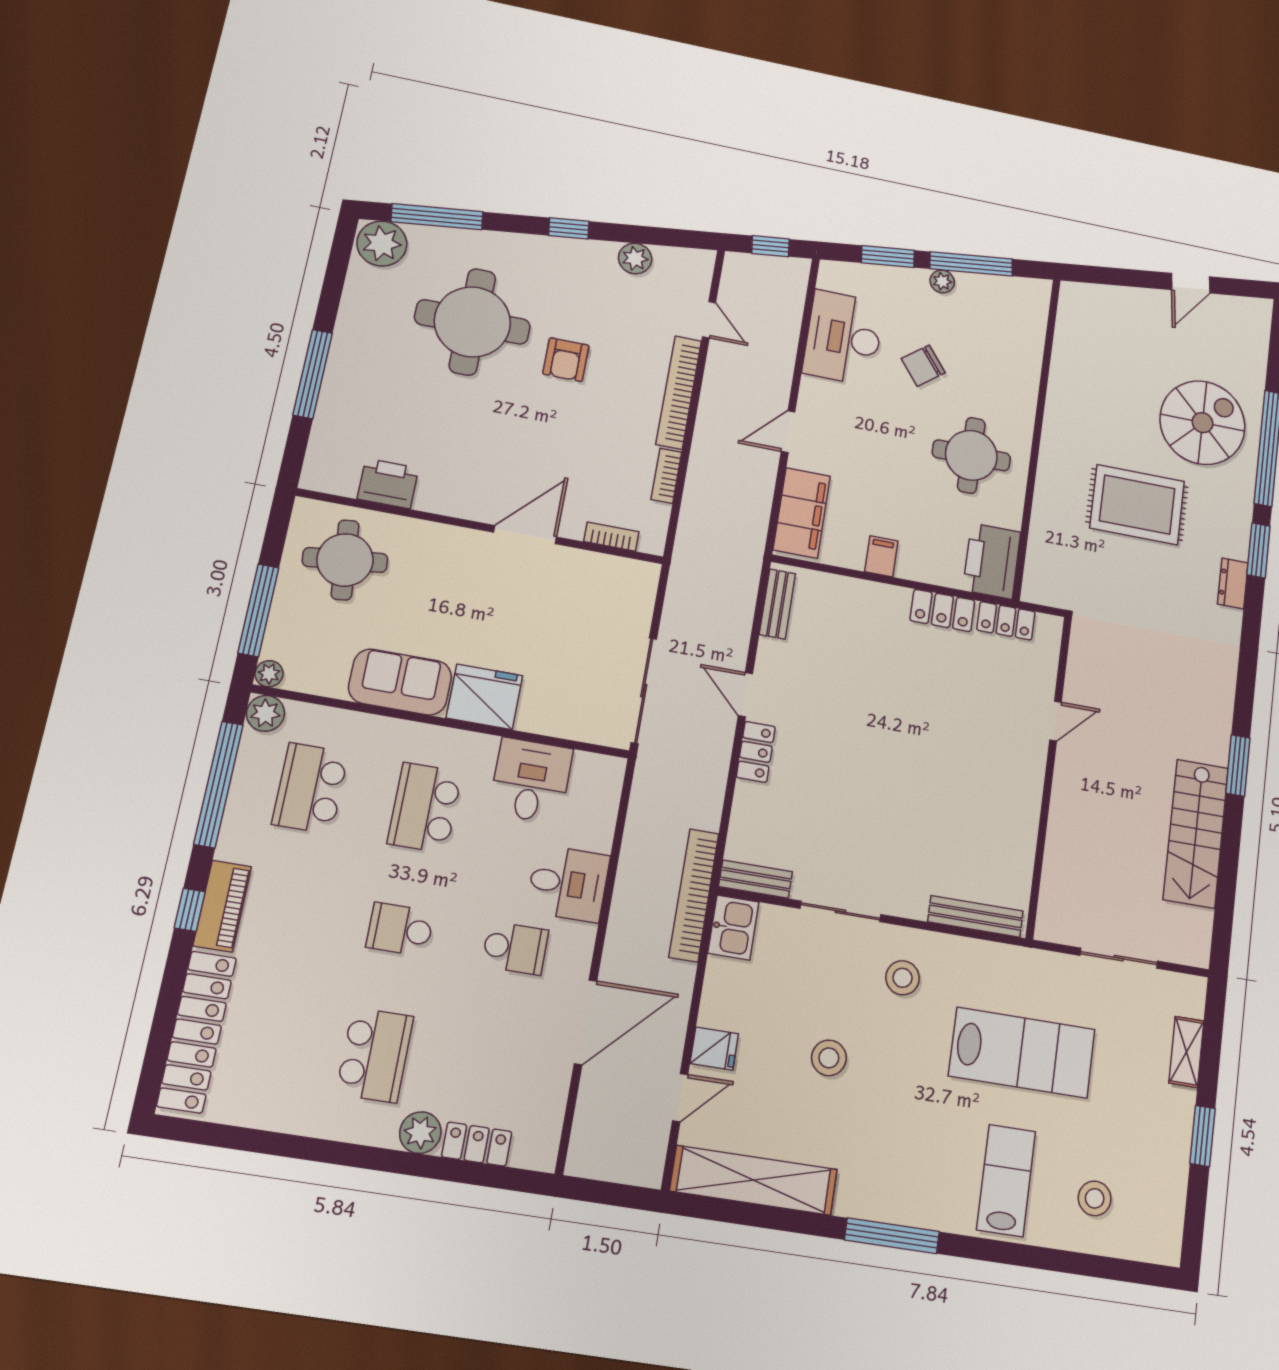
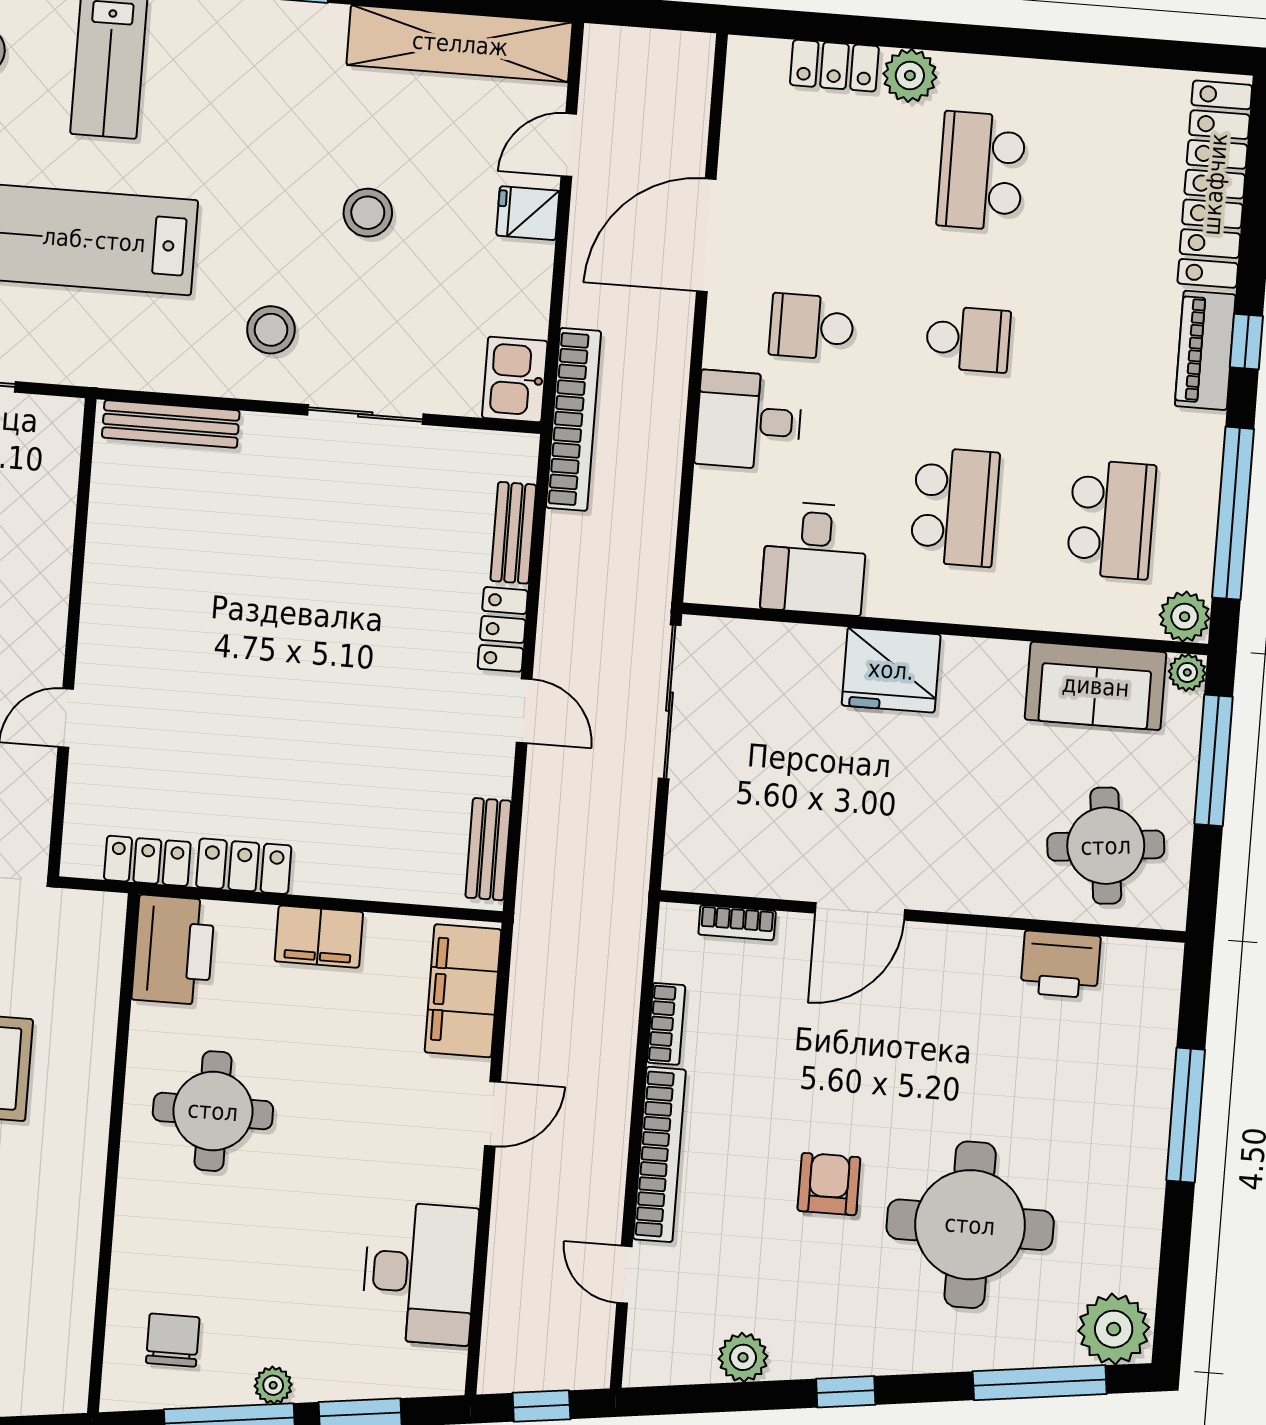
chair: (923, 366) -> (173, 1340), moved, turned -52
filing cabinet: (881, 556) -> (319, 937), width x2.00
sofa: (400, 682) -> (1096, 686), moved
bench: (755, 879) -> (513, 533), moved, turned 90

